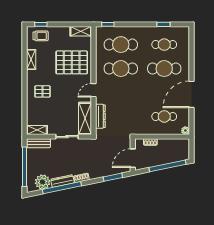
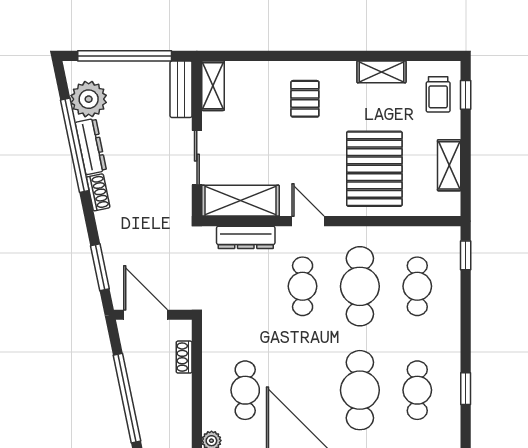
shelving: (81, 31) -> (449, 165), moved
cafe table: (121, 45) -> (417, 286), width x0.73, depth x0.74
cafe table: (121, 92) -> (303, 286), added

